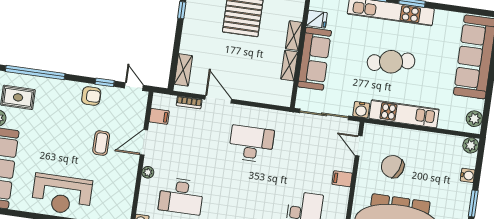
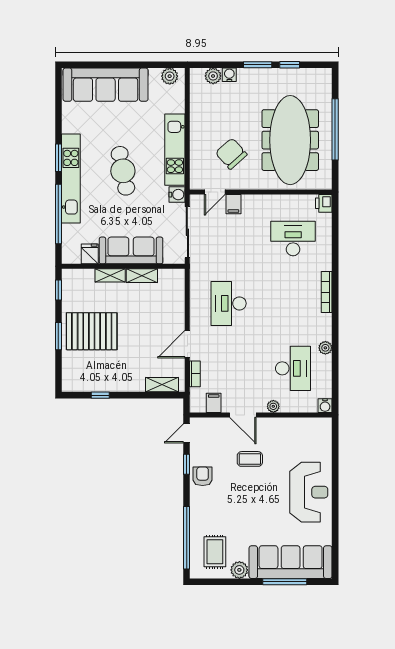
plant: (471, 145) -> (213, 76), moved
chair: (393, 167) -> (231, 154), turned 117
filing cabinet: (342, 179) -> (233, 204), moved

